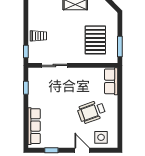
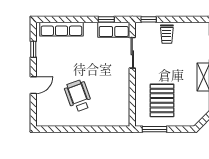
pallet: (95, 40) -> (162, 100), turned 90
row of seats: (111, 81) -> (114, 30), moved, turned 180
side table: (101, 137) -> (48, 107), removed

